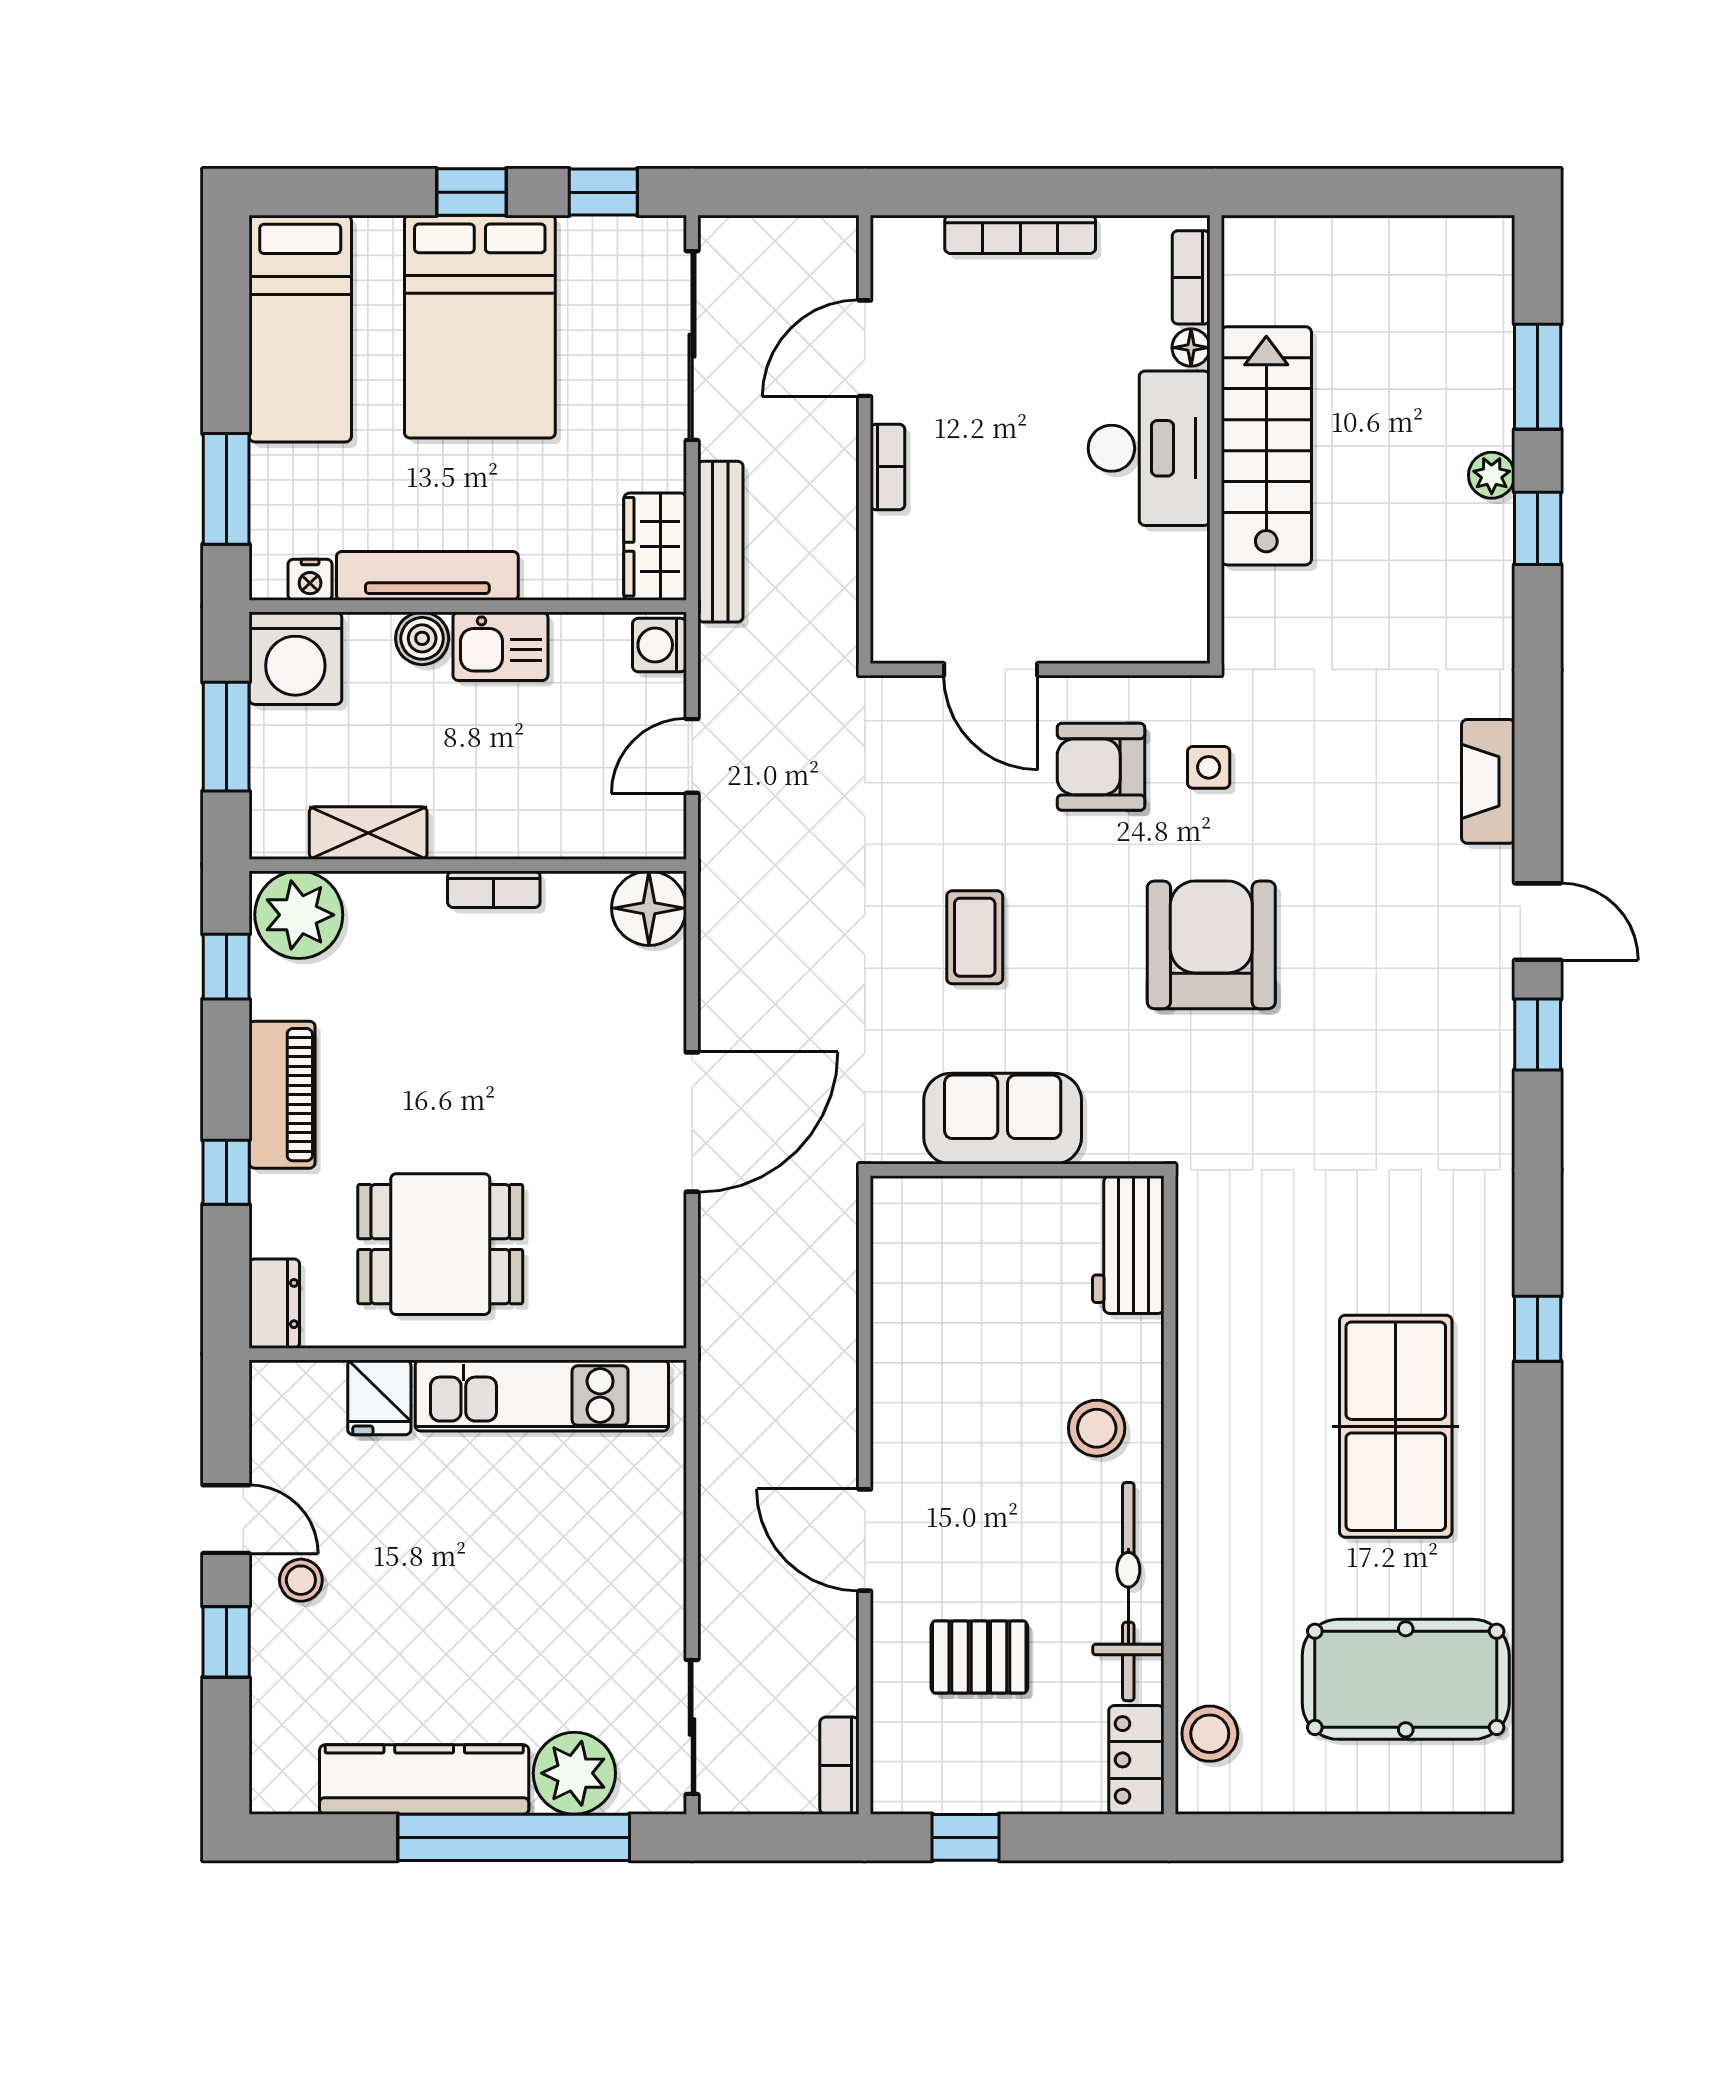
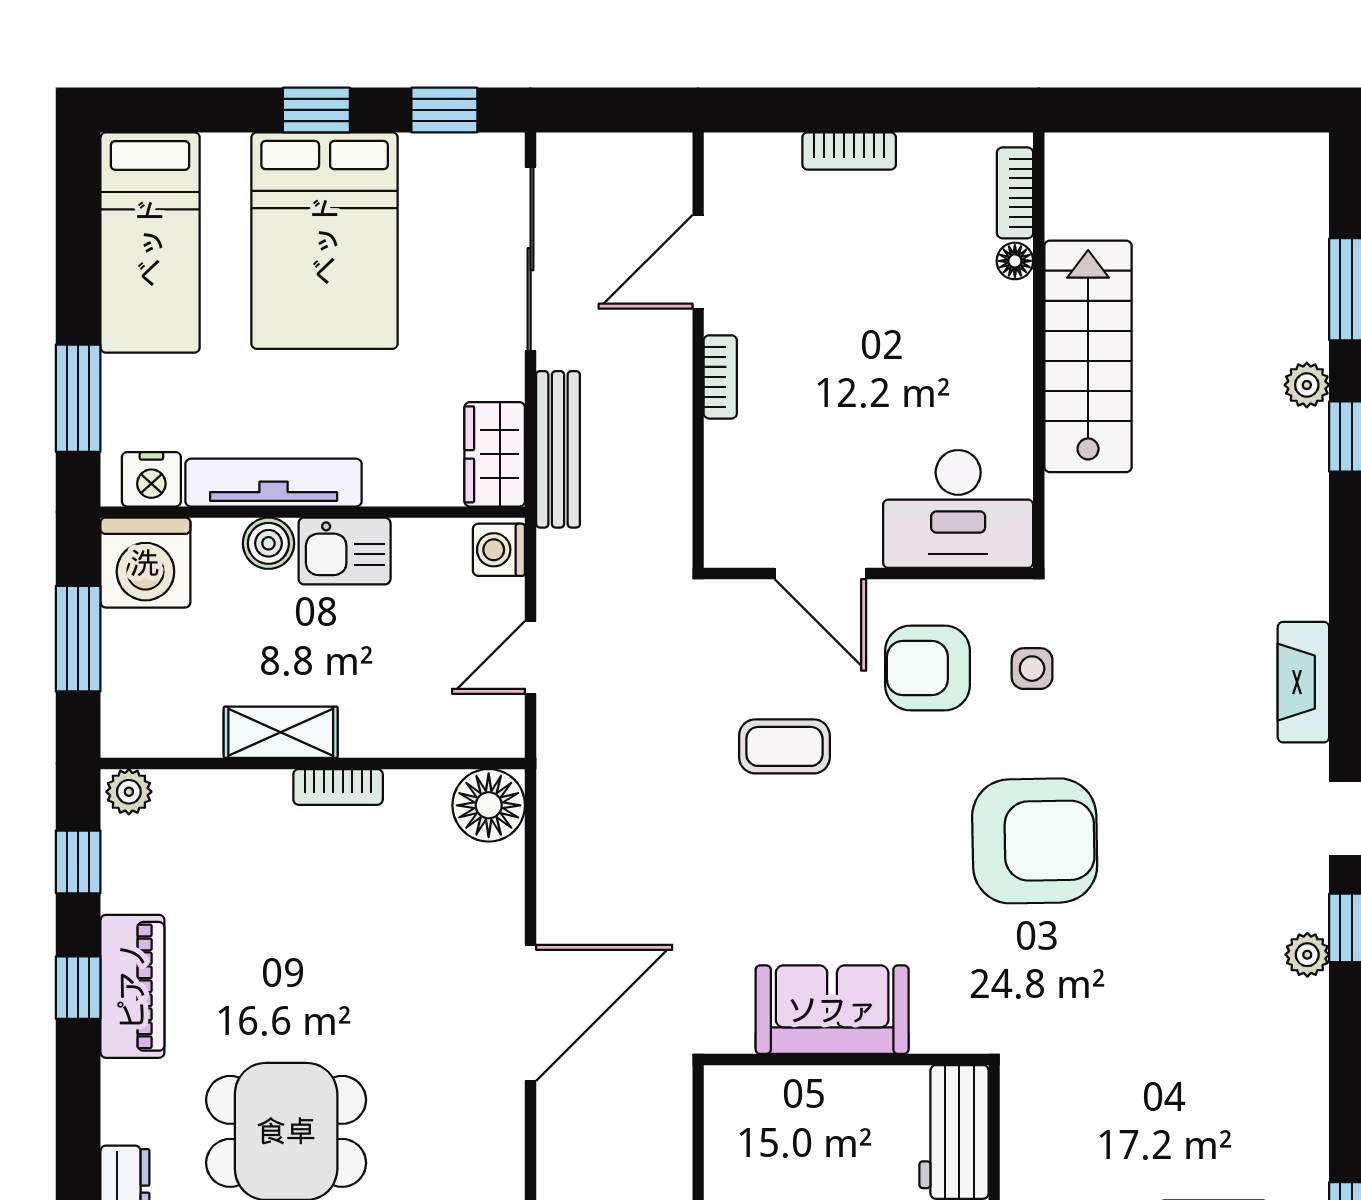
bookcase: (1020, 234) -> (849, 151), width x0.64
desk: (1149, 448) -> (958, 509), moved, turned 90
nightstand: (310, 580) -> (151, 479), width x1.39, depth x1.35
shelving: (368, 833) -> (281, 732), moved
plant: (299, 915) -> (129, 792), width x0.53, depth x0.53
coffee table: (975, 937) -> (784, 746), moved, turned 90
armchair: (1211, 945) -> (1035, 841), turned 89
plant: (1492, 1062) -> (1307, 955), added
window: (226, 1172) -> (78, 988), moved

